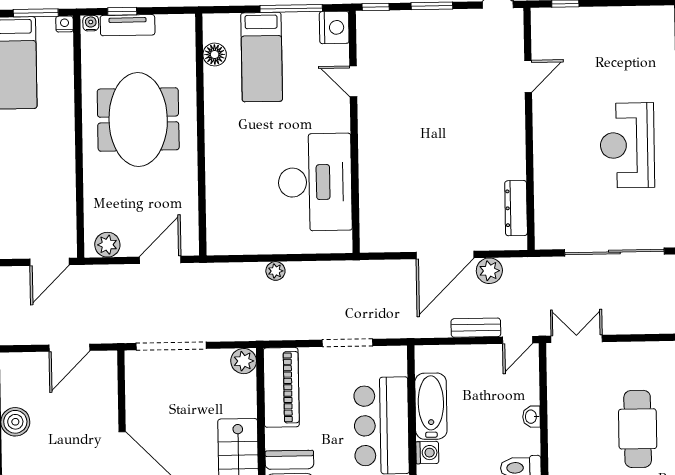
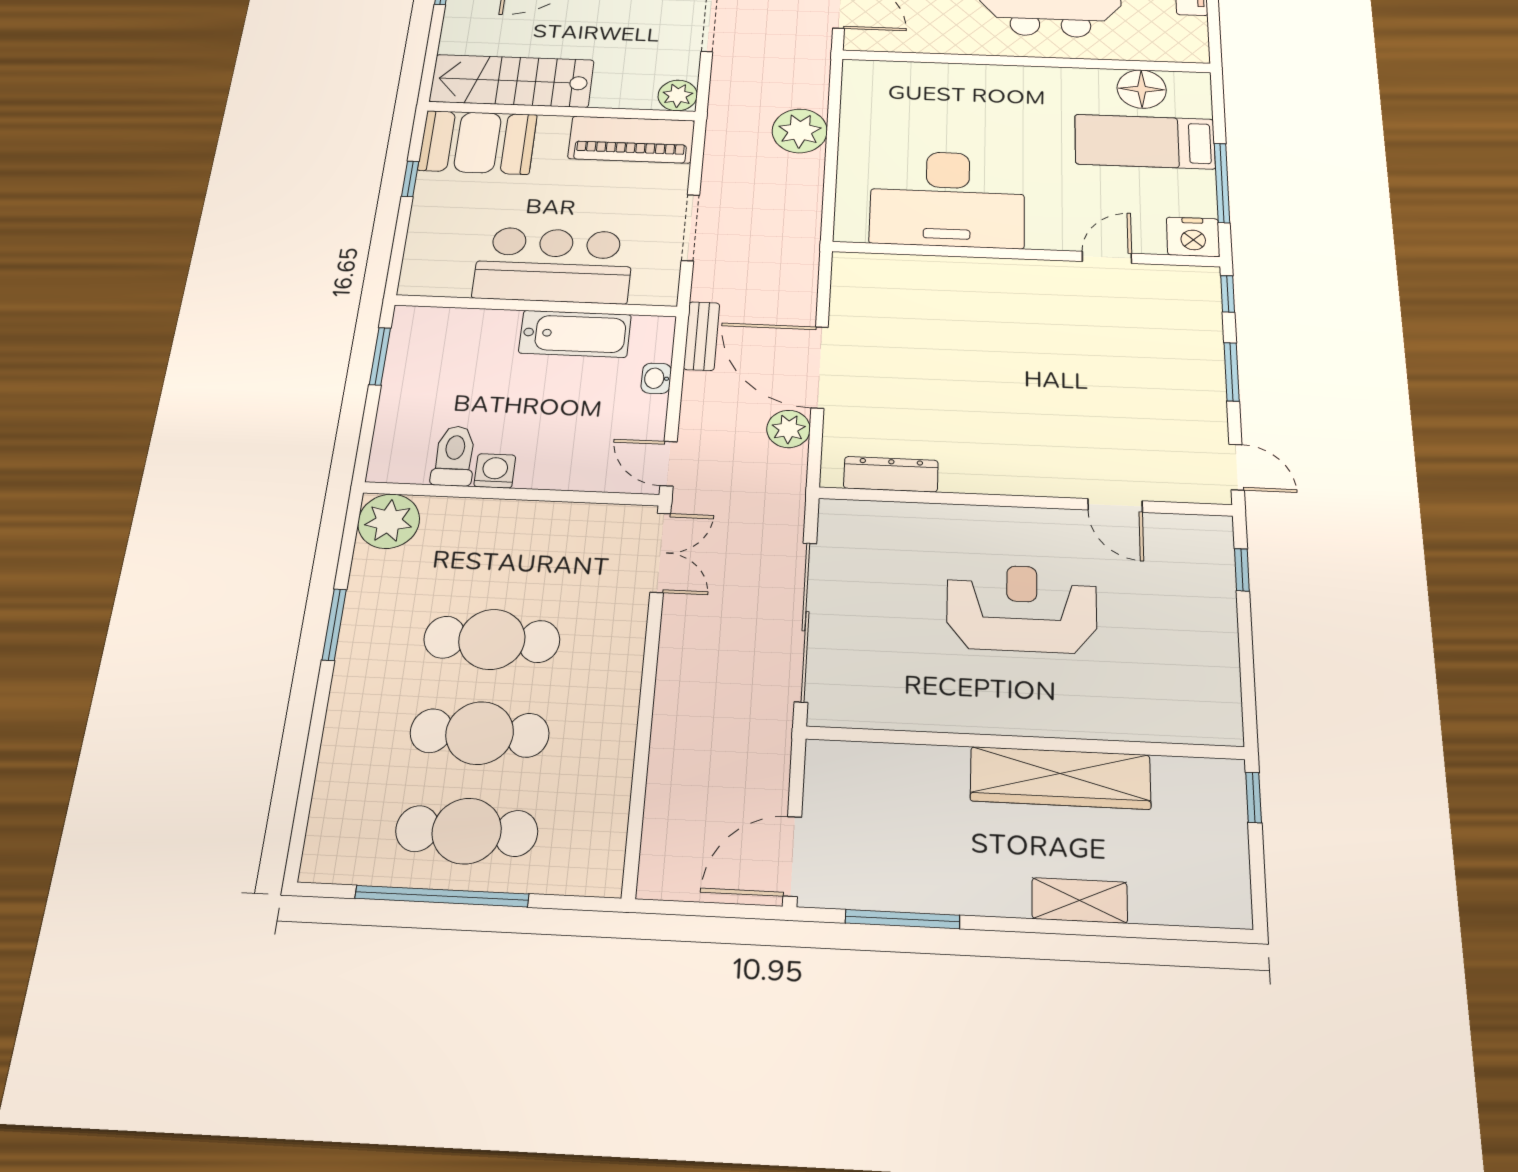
floor lamp: (215, 55) -> (1142, 89), width x1.38, depth x1.38
reception desk: (627, 145) -> (1022, 608), moved
plant: (275, 271) -> (800, 131), width x1.88, depth x1.88
bench: (476, 328) -> (702, 336), moved
washbasin: (531, 417) -> (656, 378), moved, turned -90
washing machine: (427, 453) -> (495, 471), moved, turned 180

